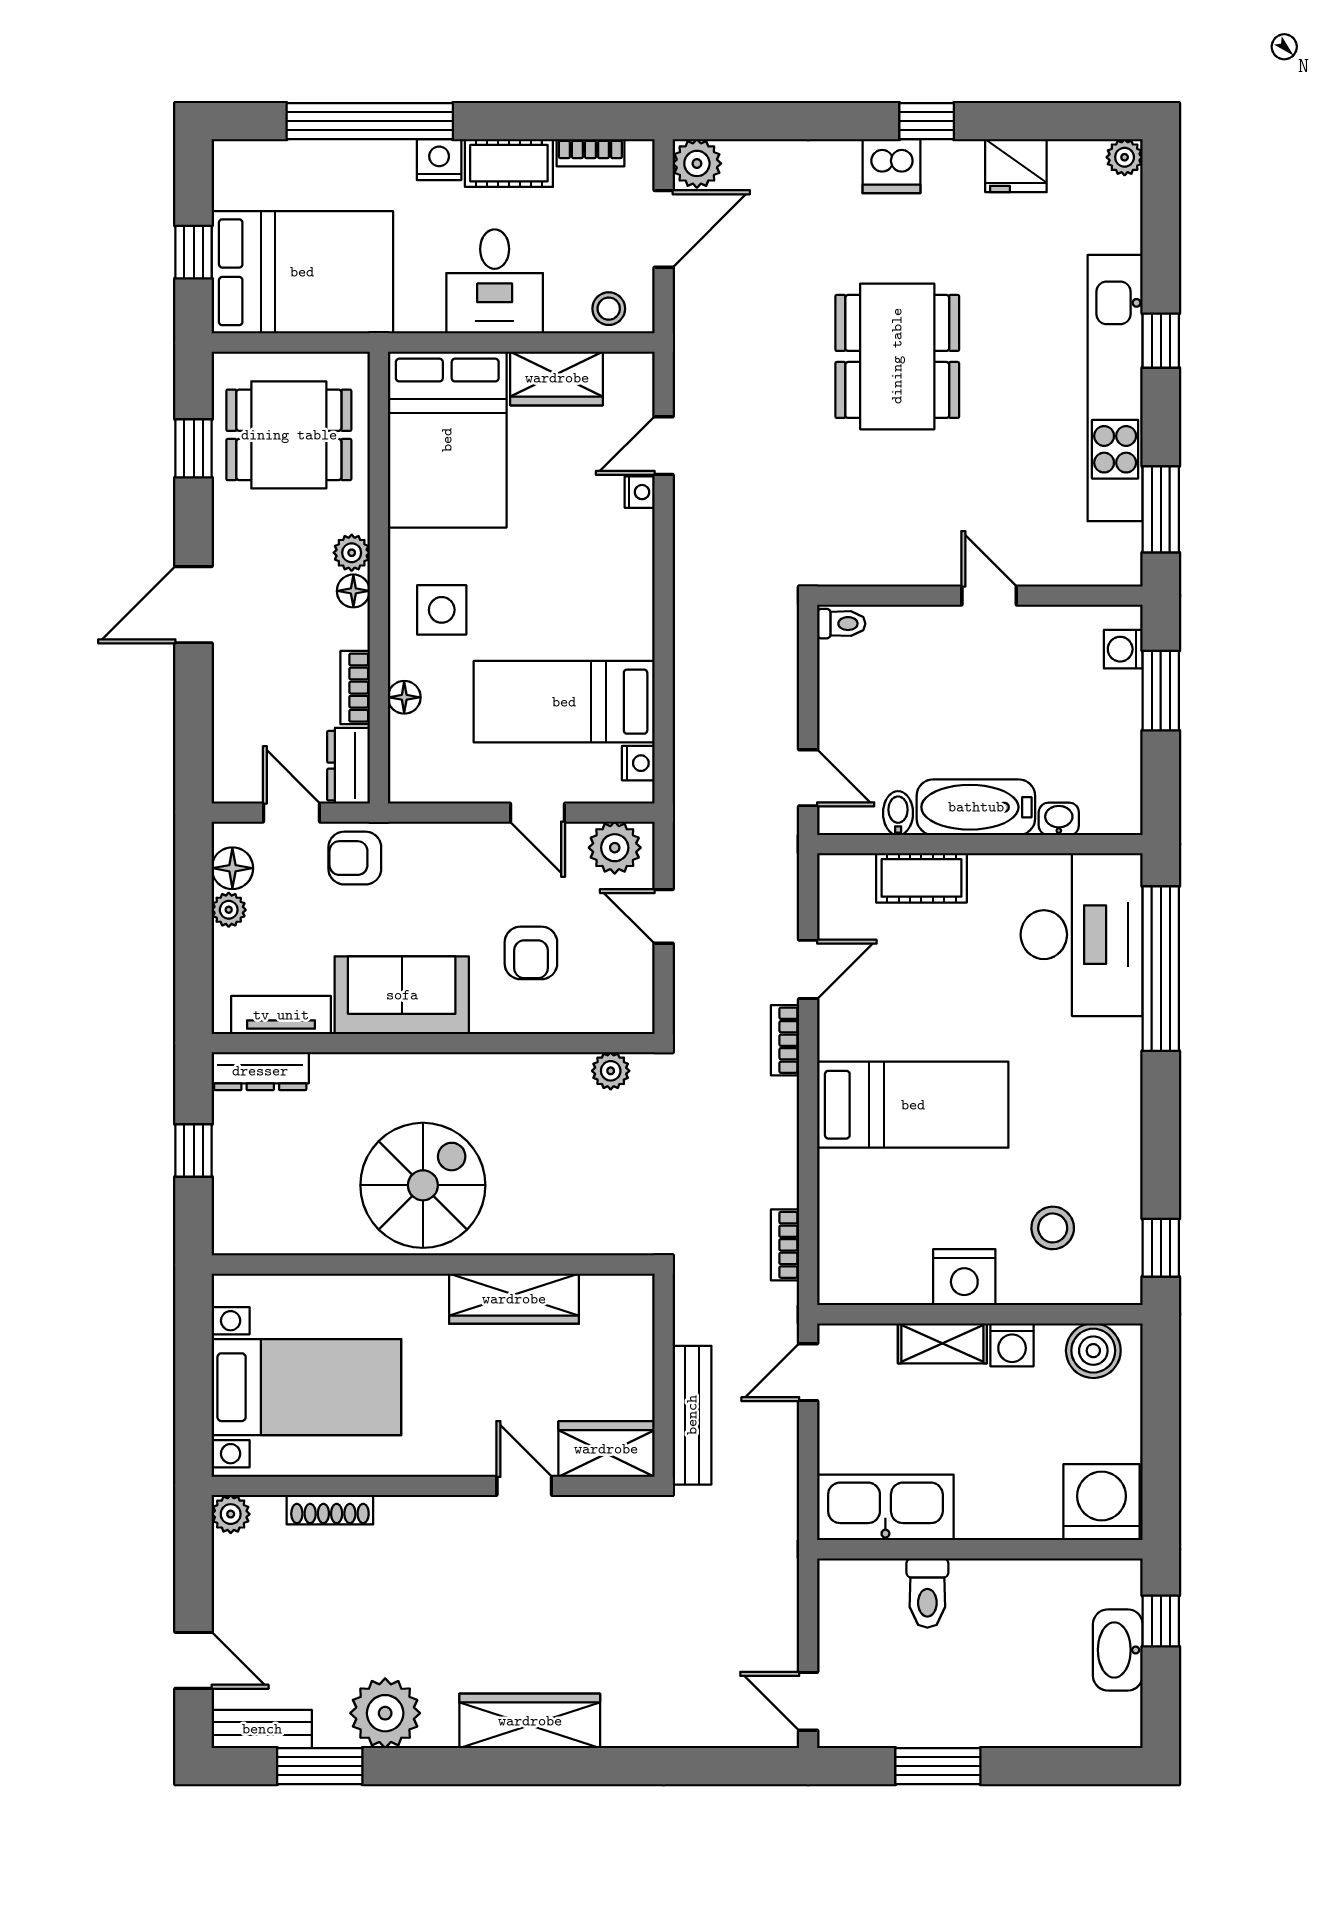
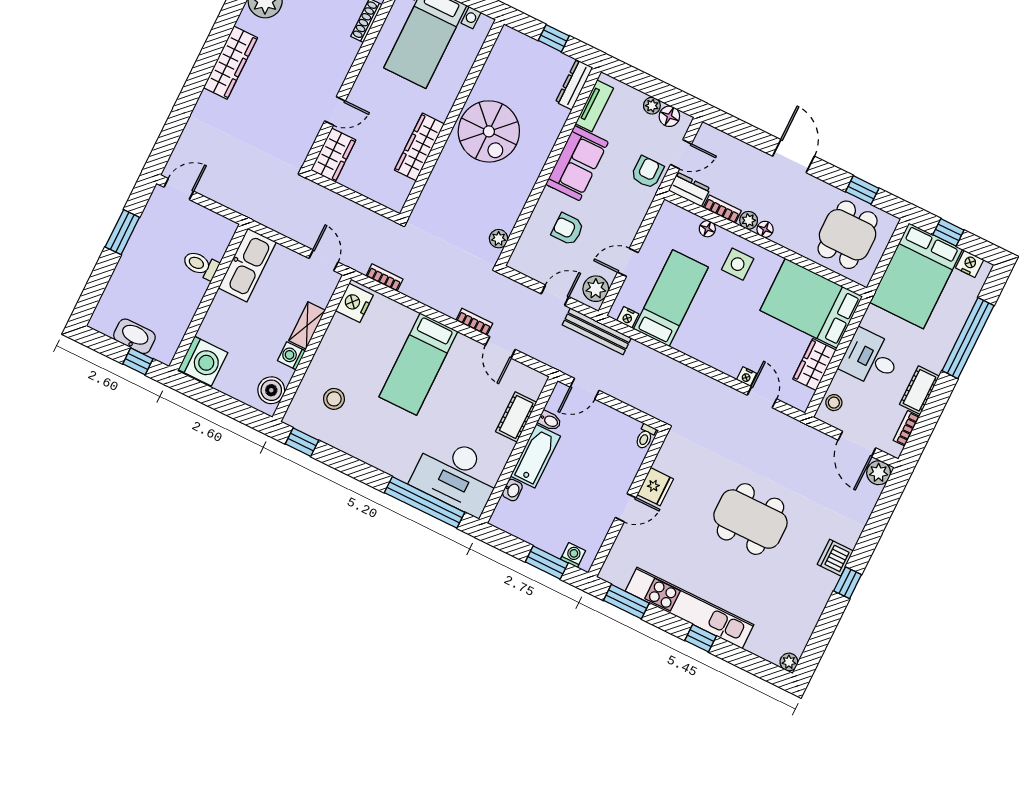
nightstand: (439, 160) -> (970, 264), moved, turned -90
fridge: (1016, 166) -> (655, 487), moved, turned 180
plant: (352, 553) -> (749, 220), moved
nightstand: (964, 1277) -> (354, 303), moved
bench: (692, 1415) -> (597, 331), moved

